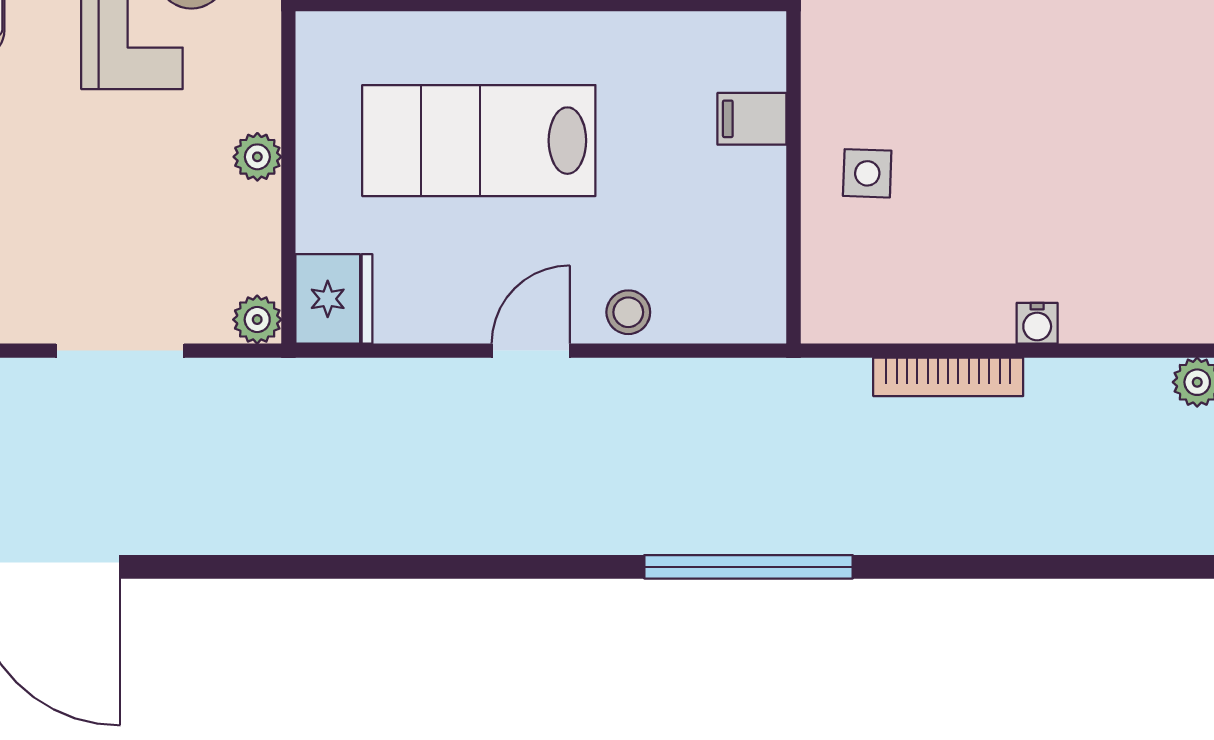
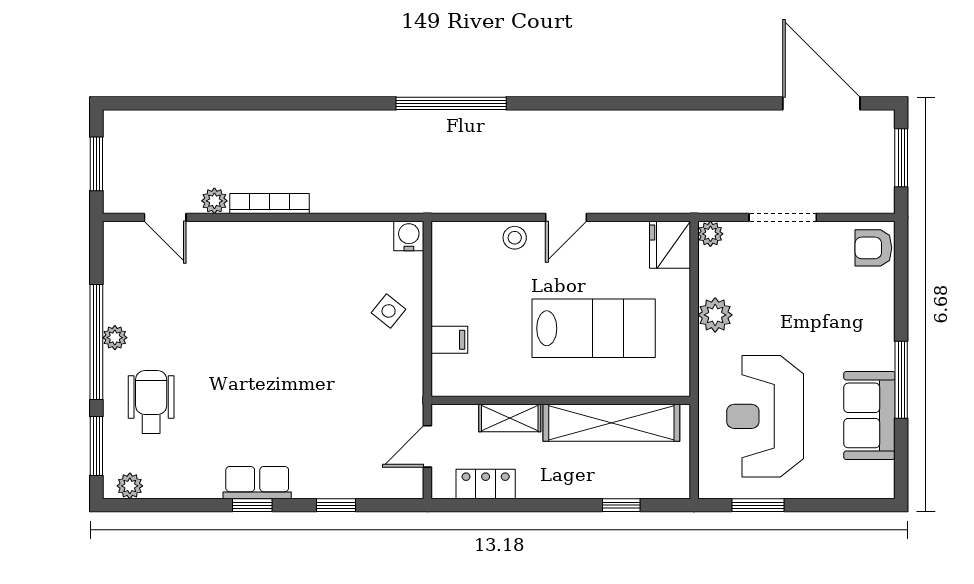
plant: (257, 157) -> (715, 315), width x1.38, depth x1.38
side table: (867, 173) -> (389, 311), turned 37
water cooler: (1037, 323) -> (409, 236), moved, width x1.38, depth x1.38
bookcase: (948, 377) -> (269, 204), moved

